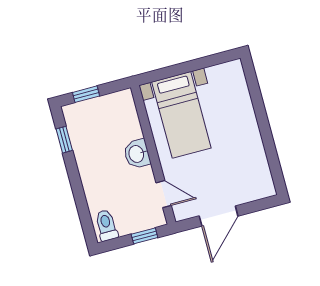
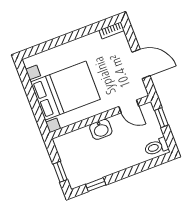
bed with nightstands: (181, 115) -> (65, 91), width x1.36
bookcase: (267, 181) -> (112, 30), added
door: (164, 194) -> (129, 106), swing flipped

